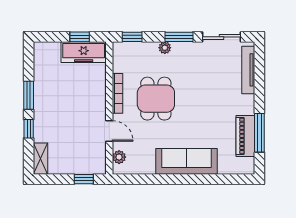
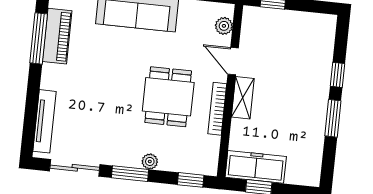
shelving: (40, 159) -> (243, 98), moved

